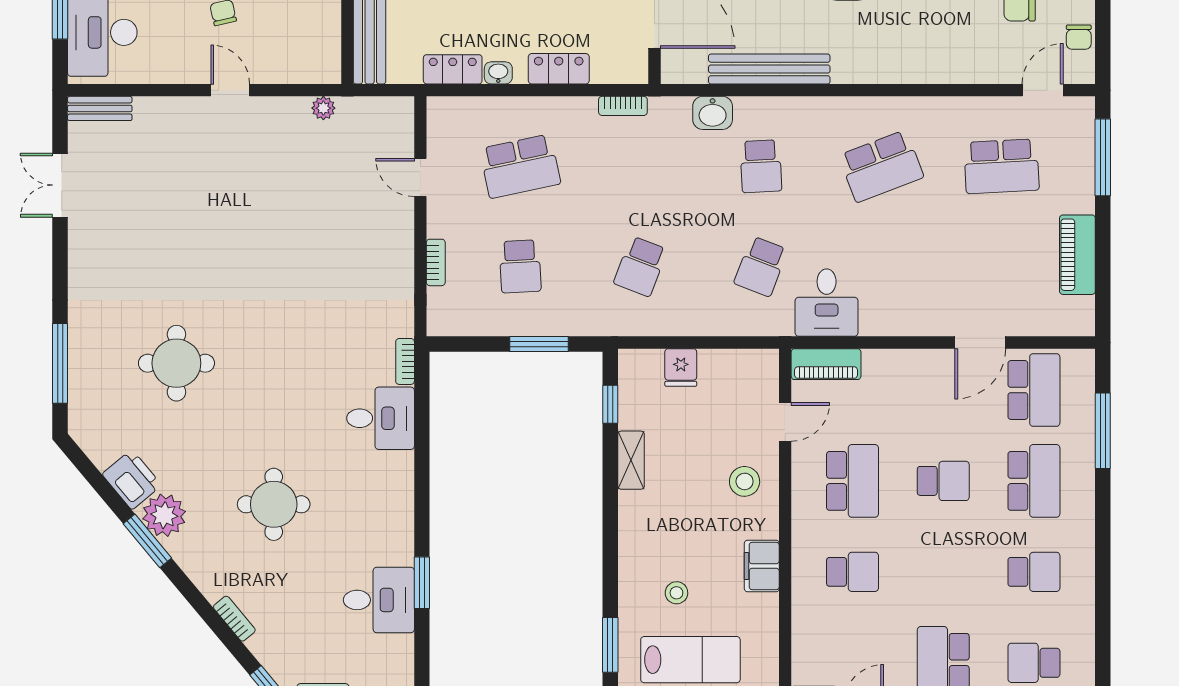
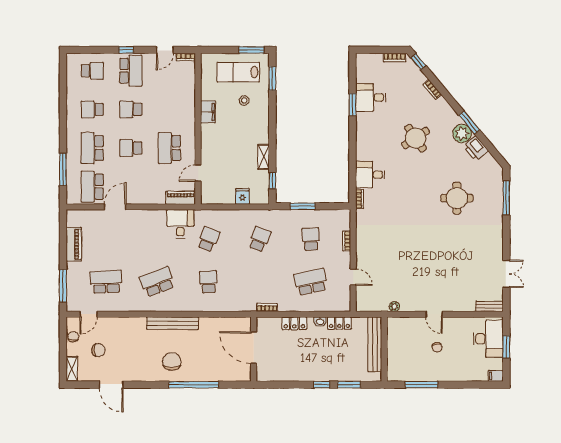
bench: (769, 69) -> (173, 323), moved
washbasin: (713, 113) -> (229, 305), removed
stool: (745, 481) -> (215, 148), removed
round table: (274, 504) -> (416, 138), turned -34
school desk: (853, 572) -> (131, 109), moved

